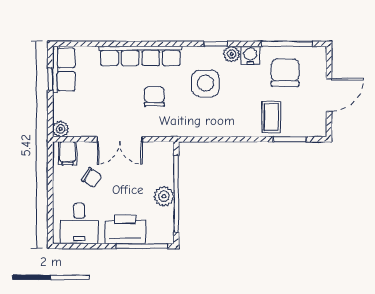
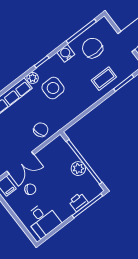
plant: (232, 54) -> (33, 78), moved
chair: (154, 97) -> (41, 130), moved, turned 70
coffee table: (271, 117) -> (104, 79), turned 90
double door: (120, 139) -> (20, 163), moved
printer: (125, 229) -> (78, 202), width x0.53, depth x0.68

